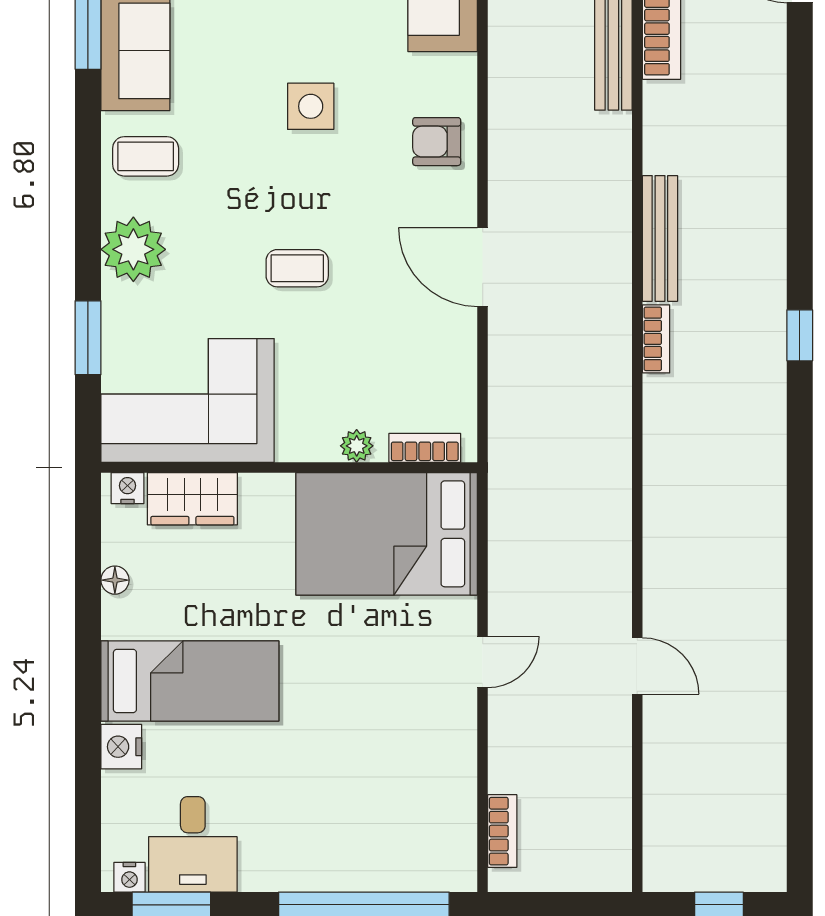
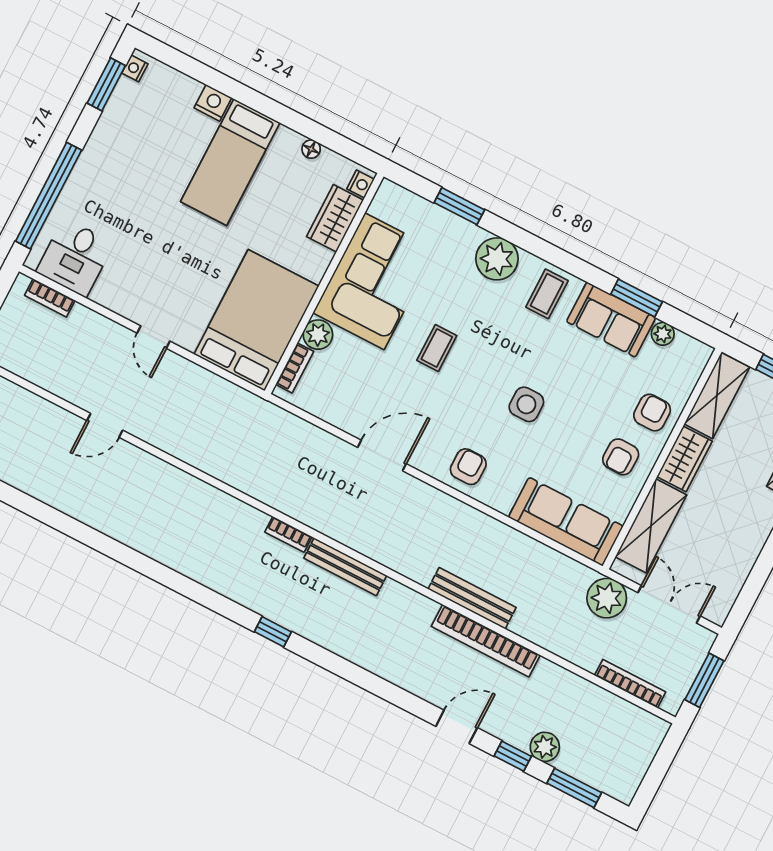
window: (800, 335) -> (273, 632), moved
corner sofa: (188, 400) -> (374, 281), moved
plant: (357, 446) -> (318, 335), width x1.38, depth x1.38
desk: (193, 844) -> (75, 258), moved, turned -90

